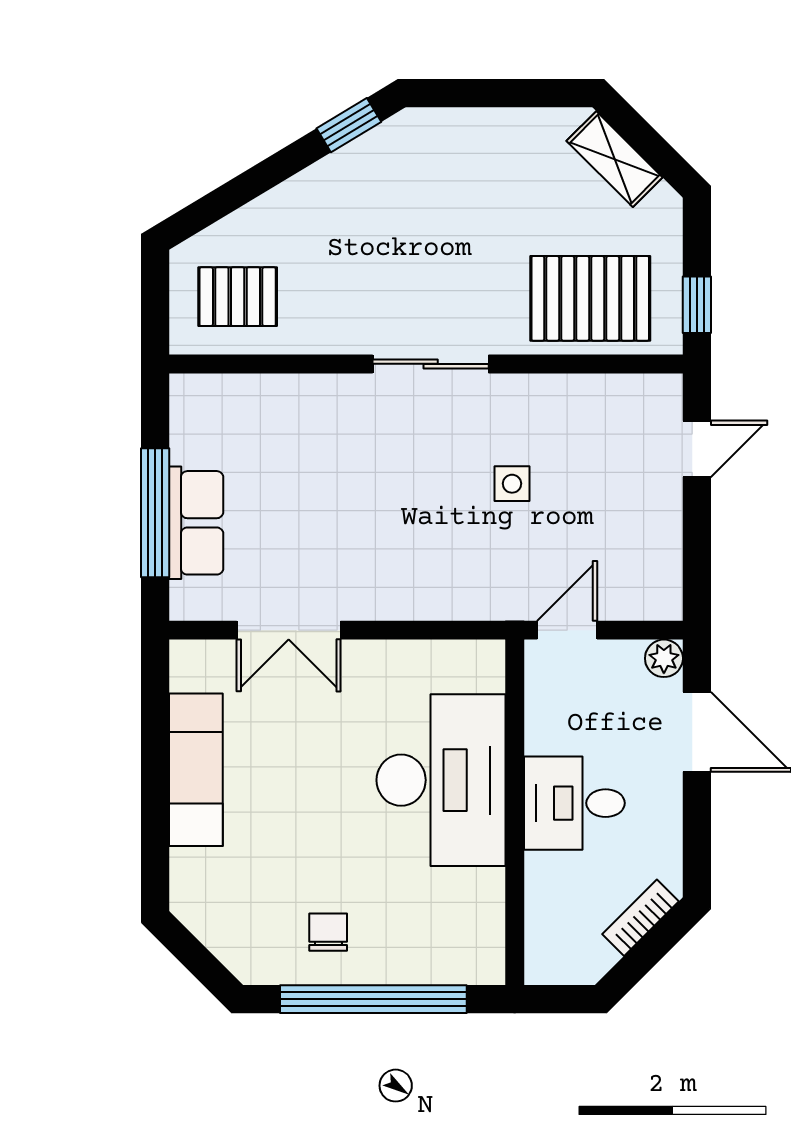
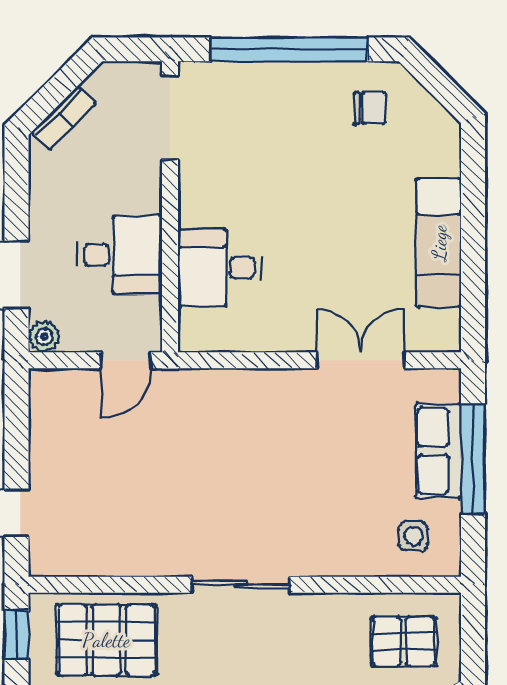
side table: (512, 484) -> (413, 536), moved
desk: (441, 780) -> (220, 268), width x0.53, depth x0.77
desk: (574, 803) -> (120, 255), moved
doorway: (515, 918) -> (170, 118), added
chair: (328, 932) -> (370, 108), moved, turned -90

